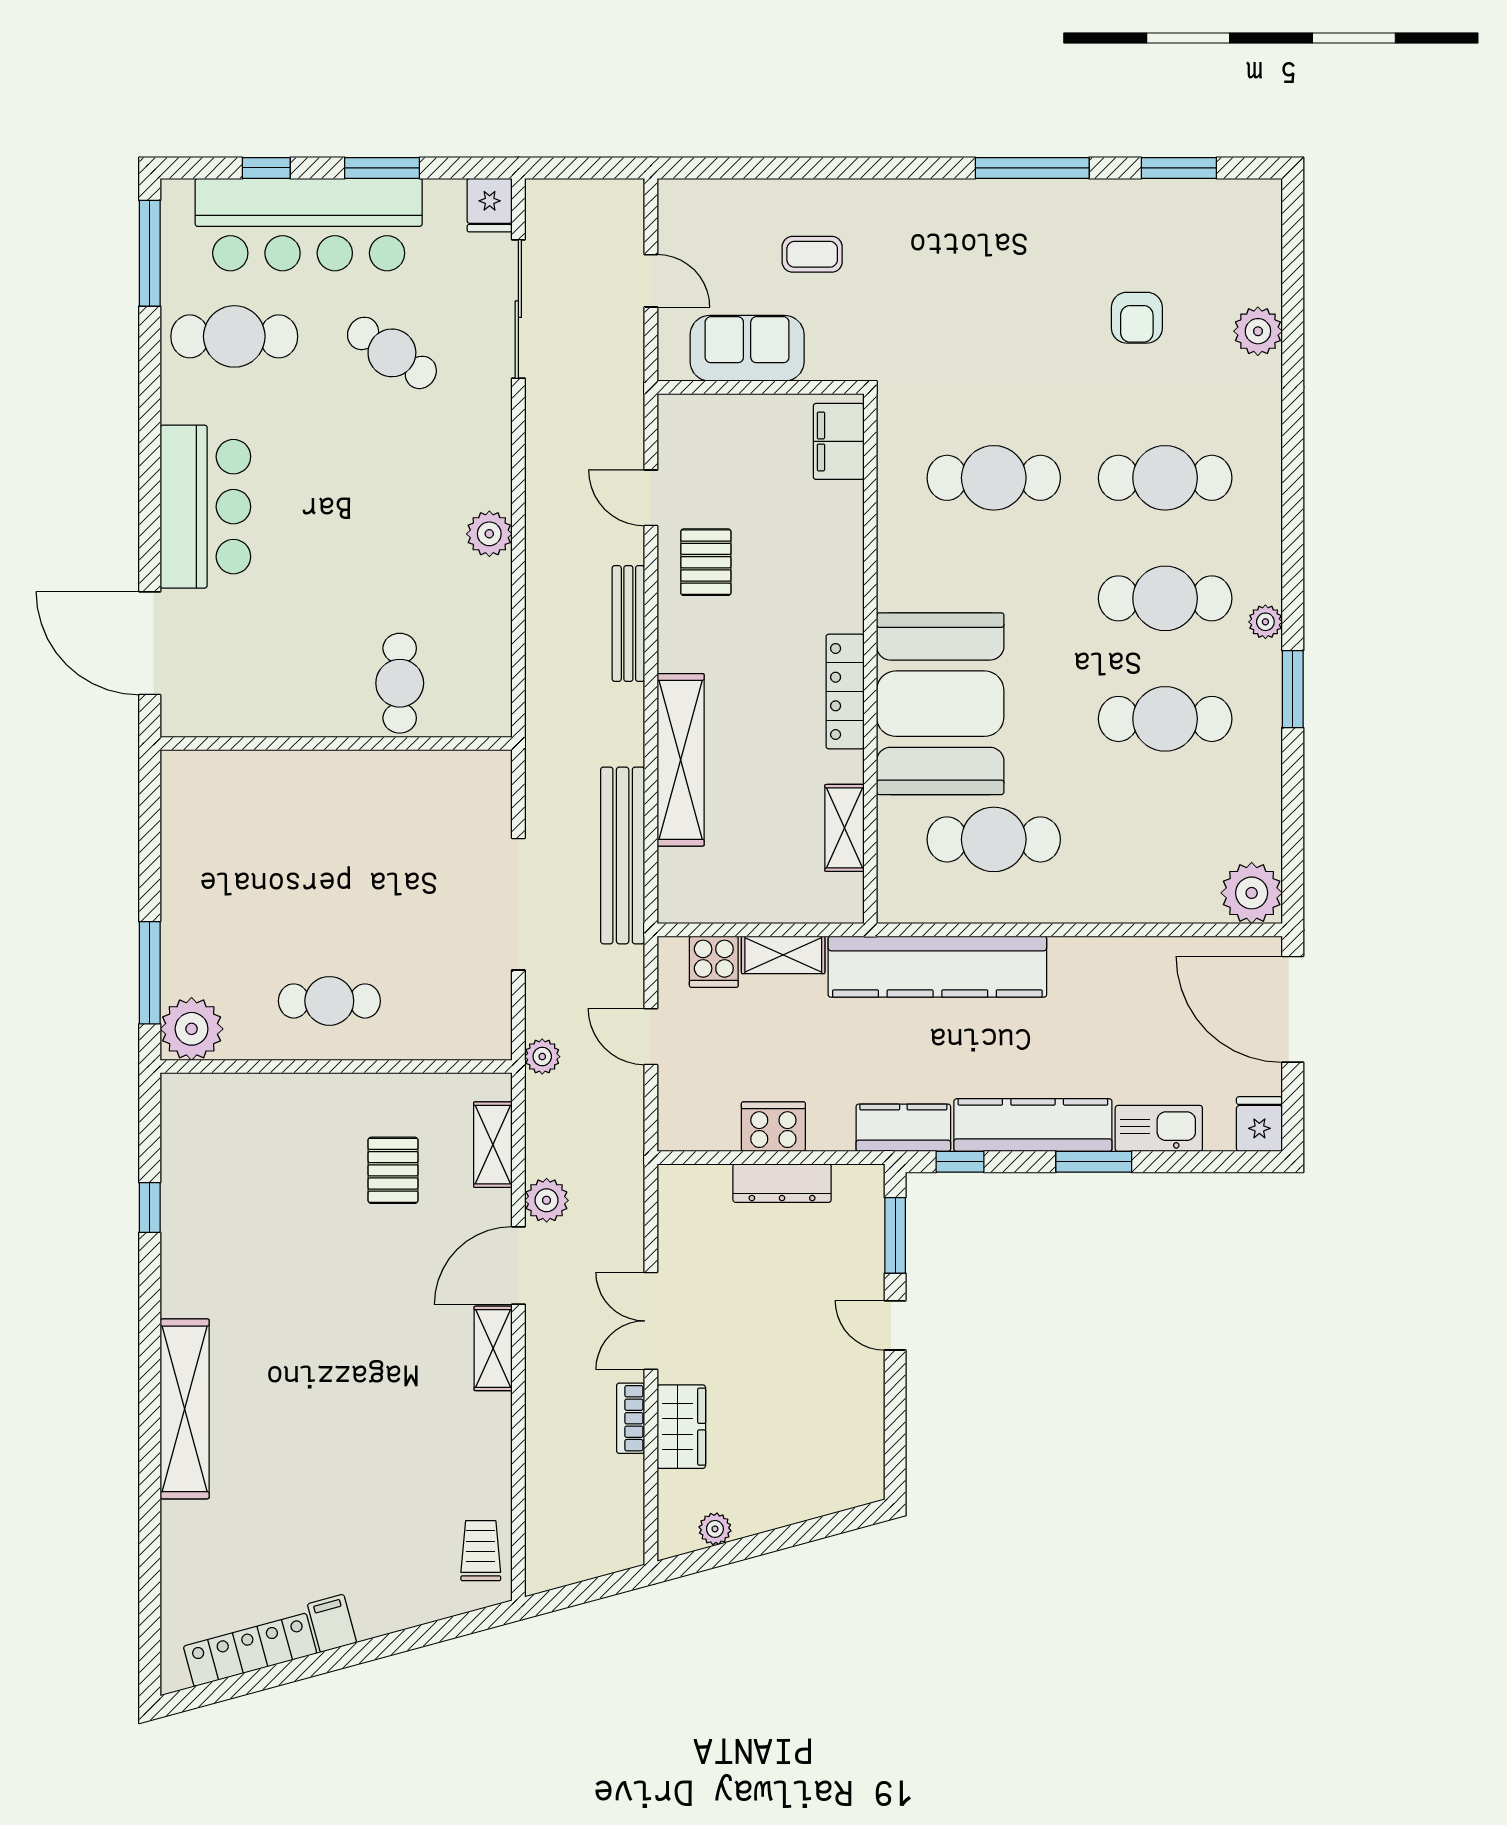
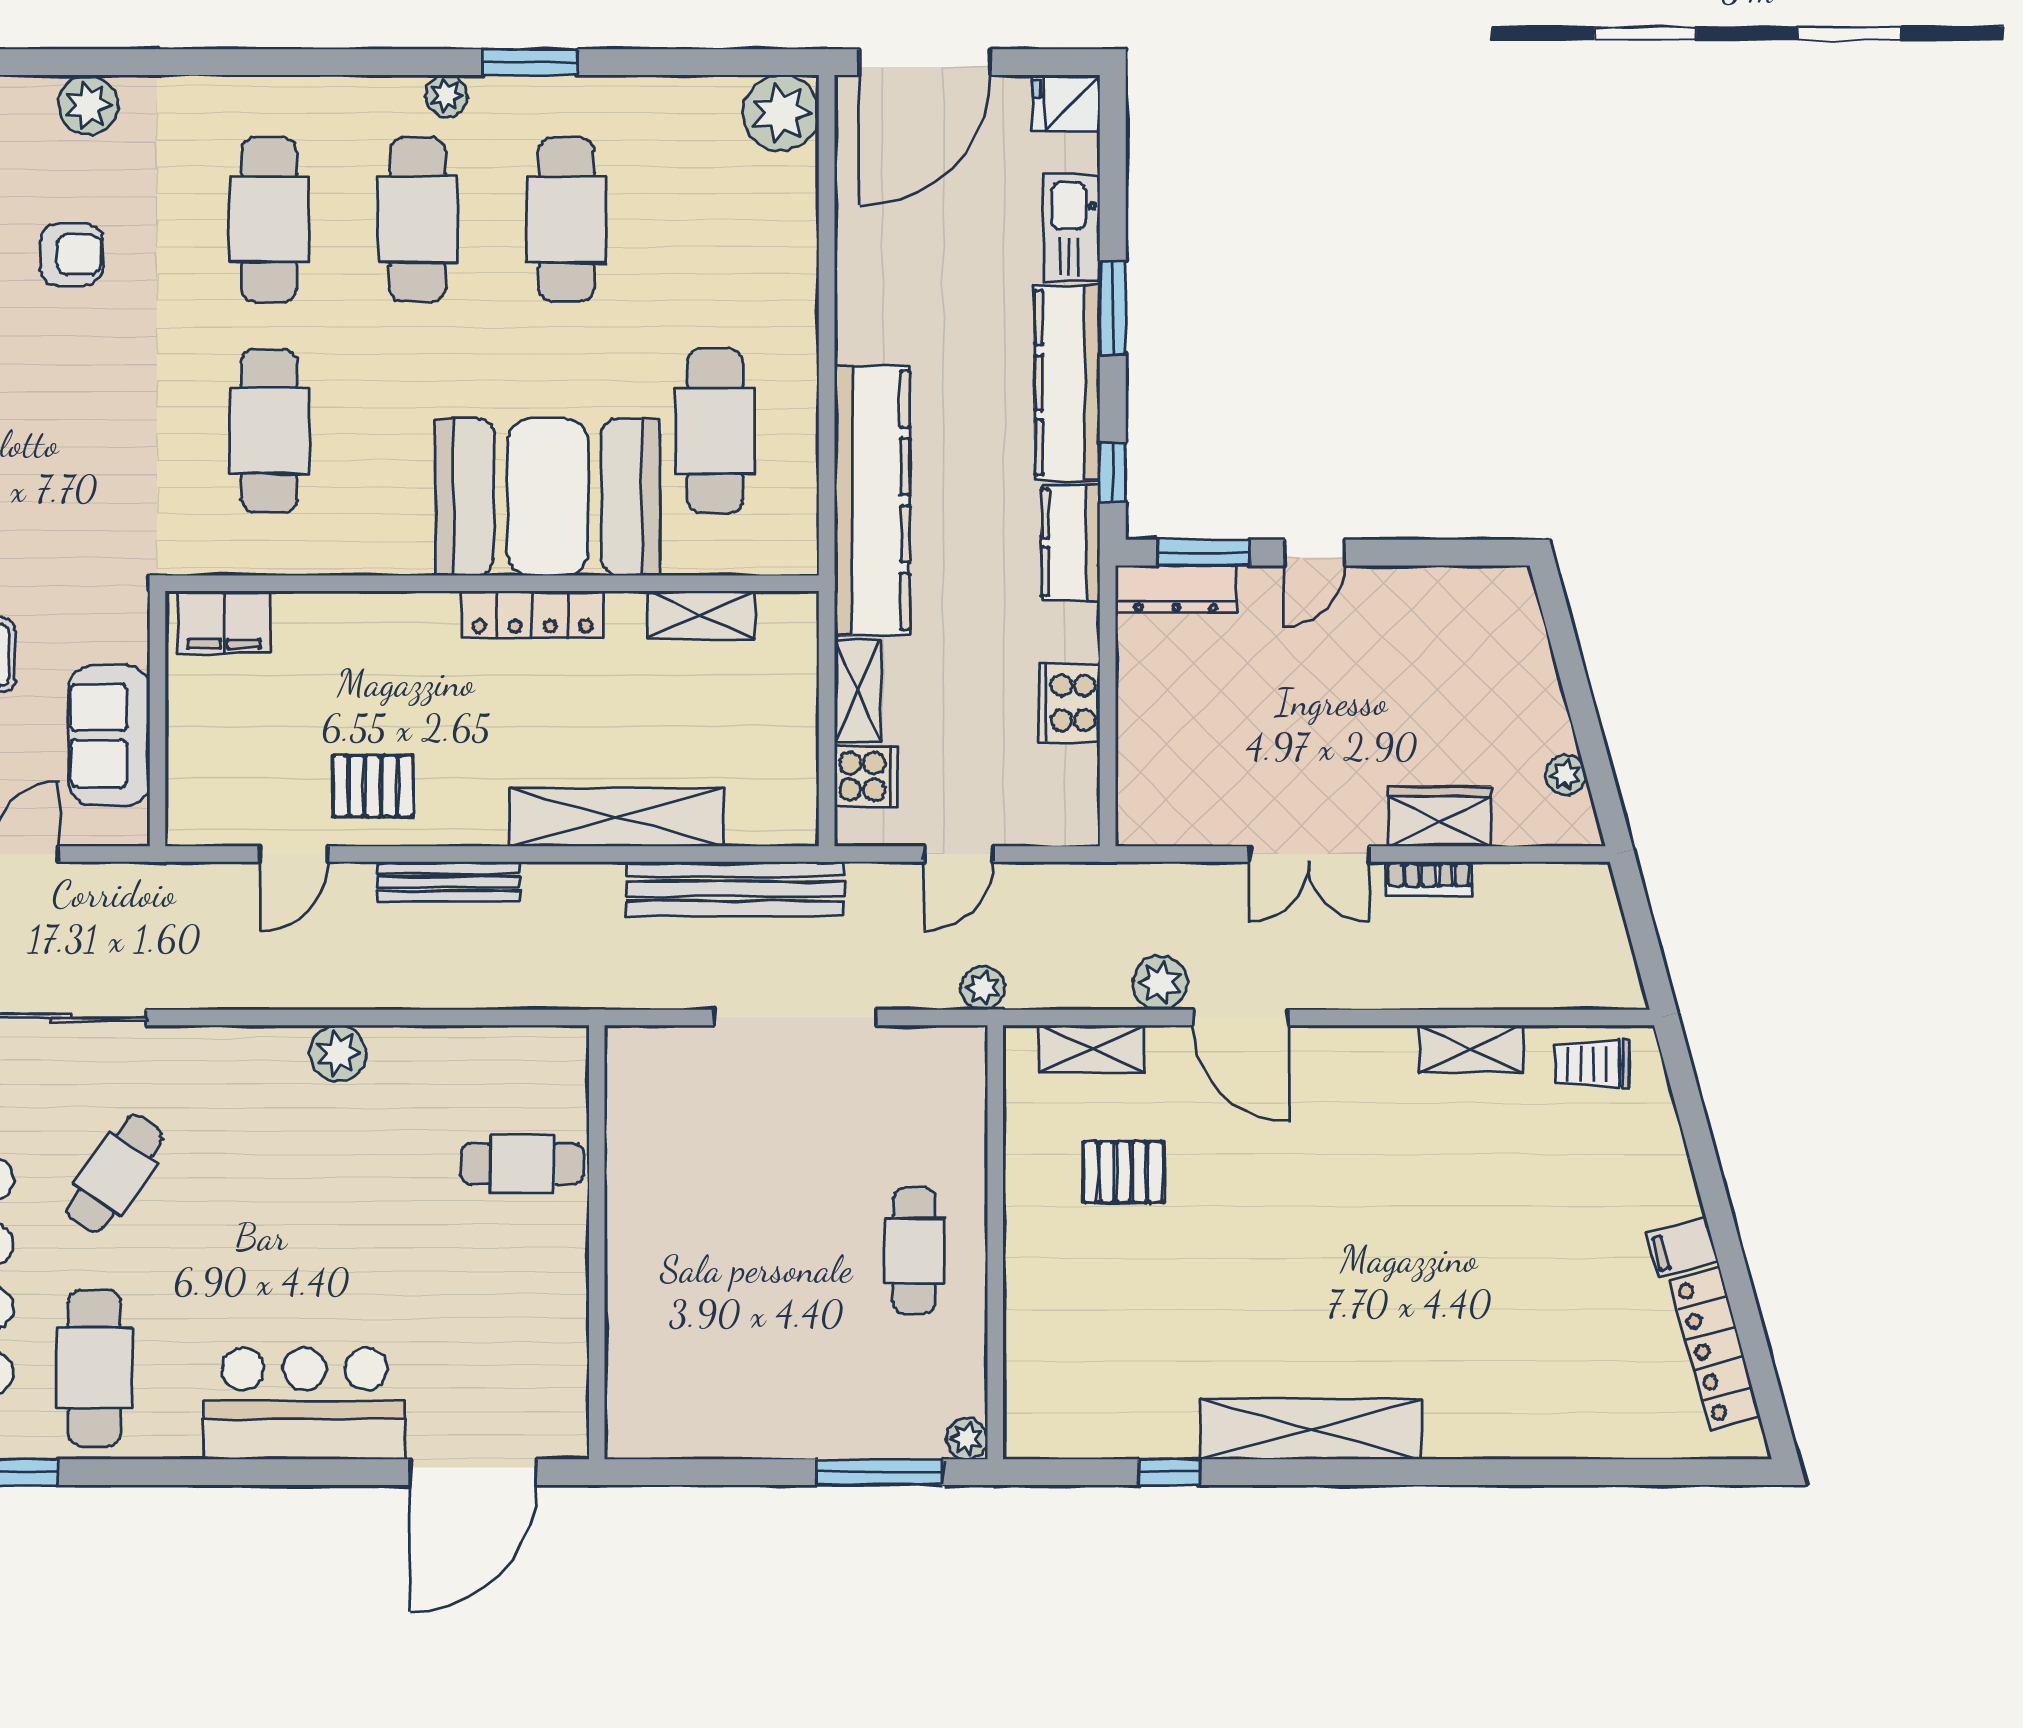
plant: (192, 1029) -> (967, 1439), width x0.53, depth x0.53
dresser: (782, 1183) -> (1176, 589), moved, turned 90
shelving: (493, 1348) -> (1471, 1049), moved
shelving: (185, 1409) -> (1311, 1429), moved

